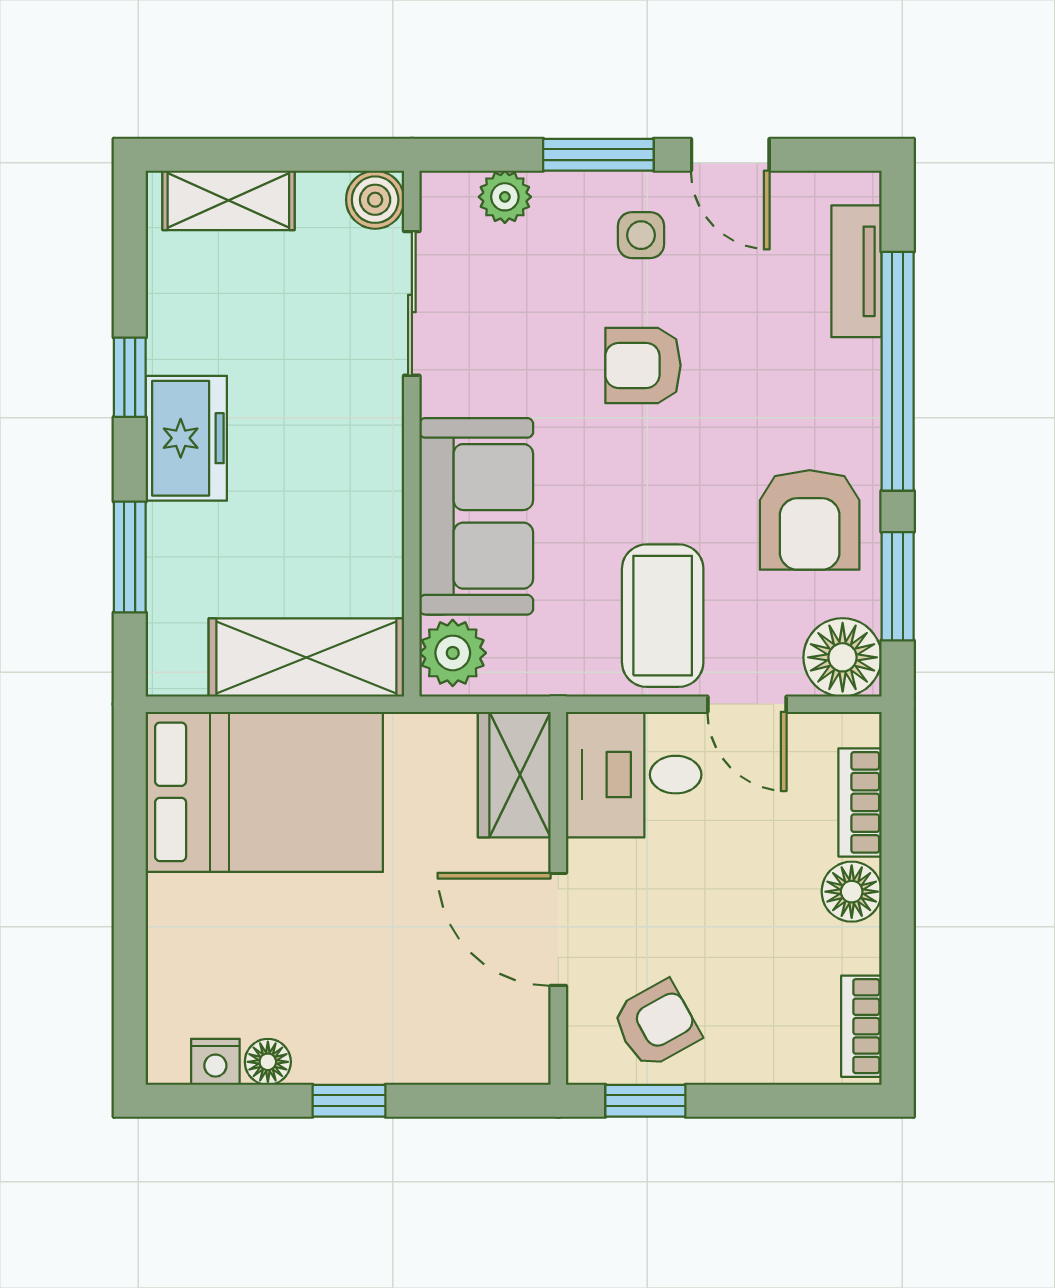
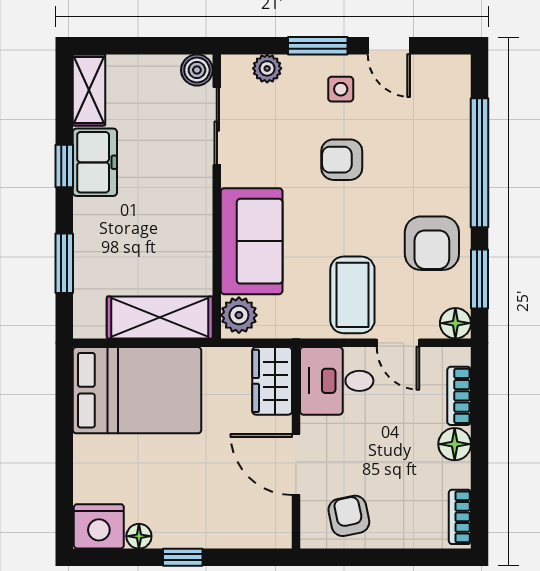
shelving: (228, 200) -> (89, 90), moved, turned 90
tv unit: (857, 271) -> (457, 109), removed
freezer: (186, 438) -> (95, 162), moved
floor lamp: (843, 657) -> (455, 323), width x0.73, depth x0.73
armchair: (656, 1024) -> (349, 516), turned -73
nightstand: (215, 1062) -> (99, 526), width x1.89, depth x1.79
window: (645, 1101) -> (343, 557), removed

